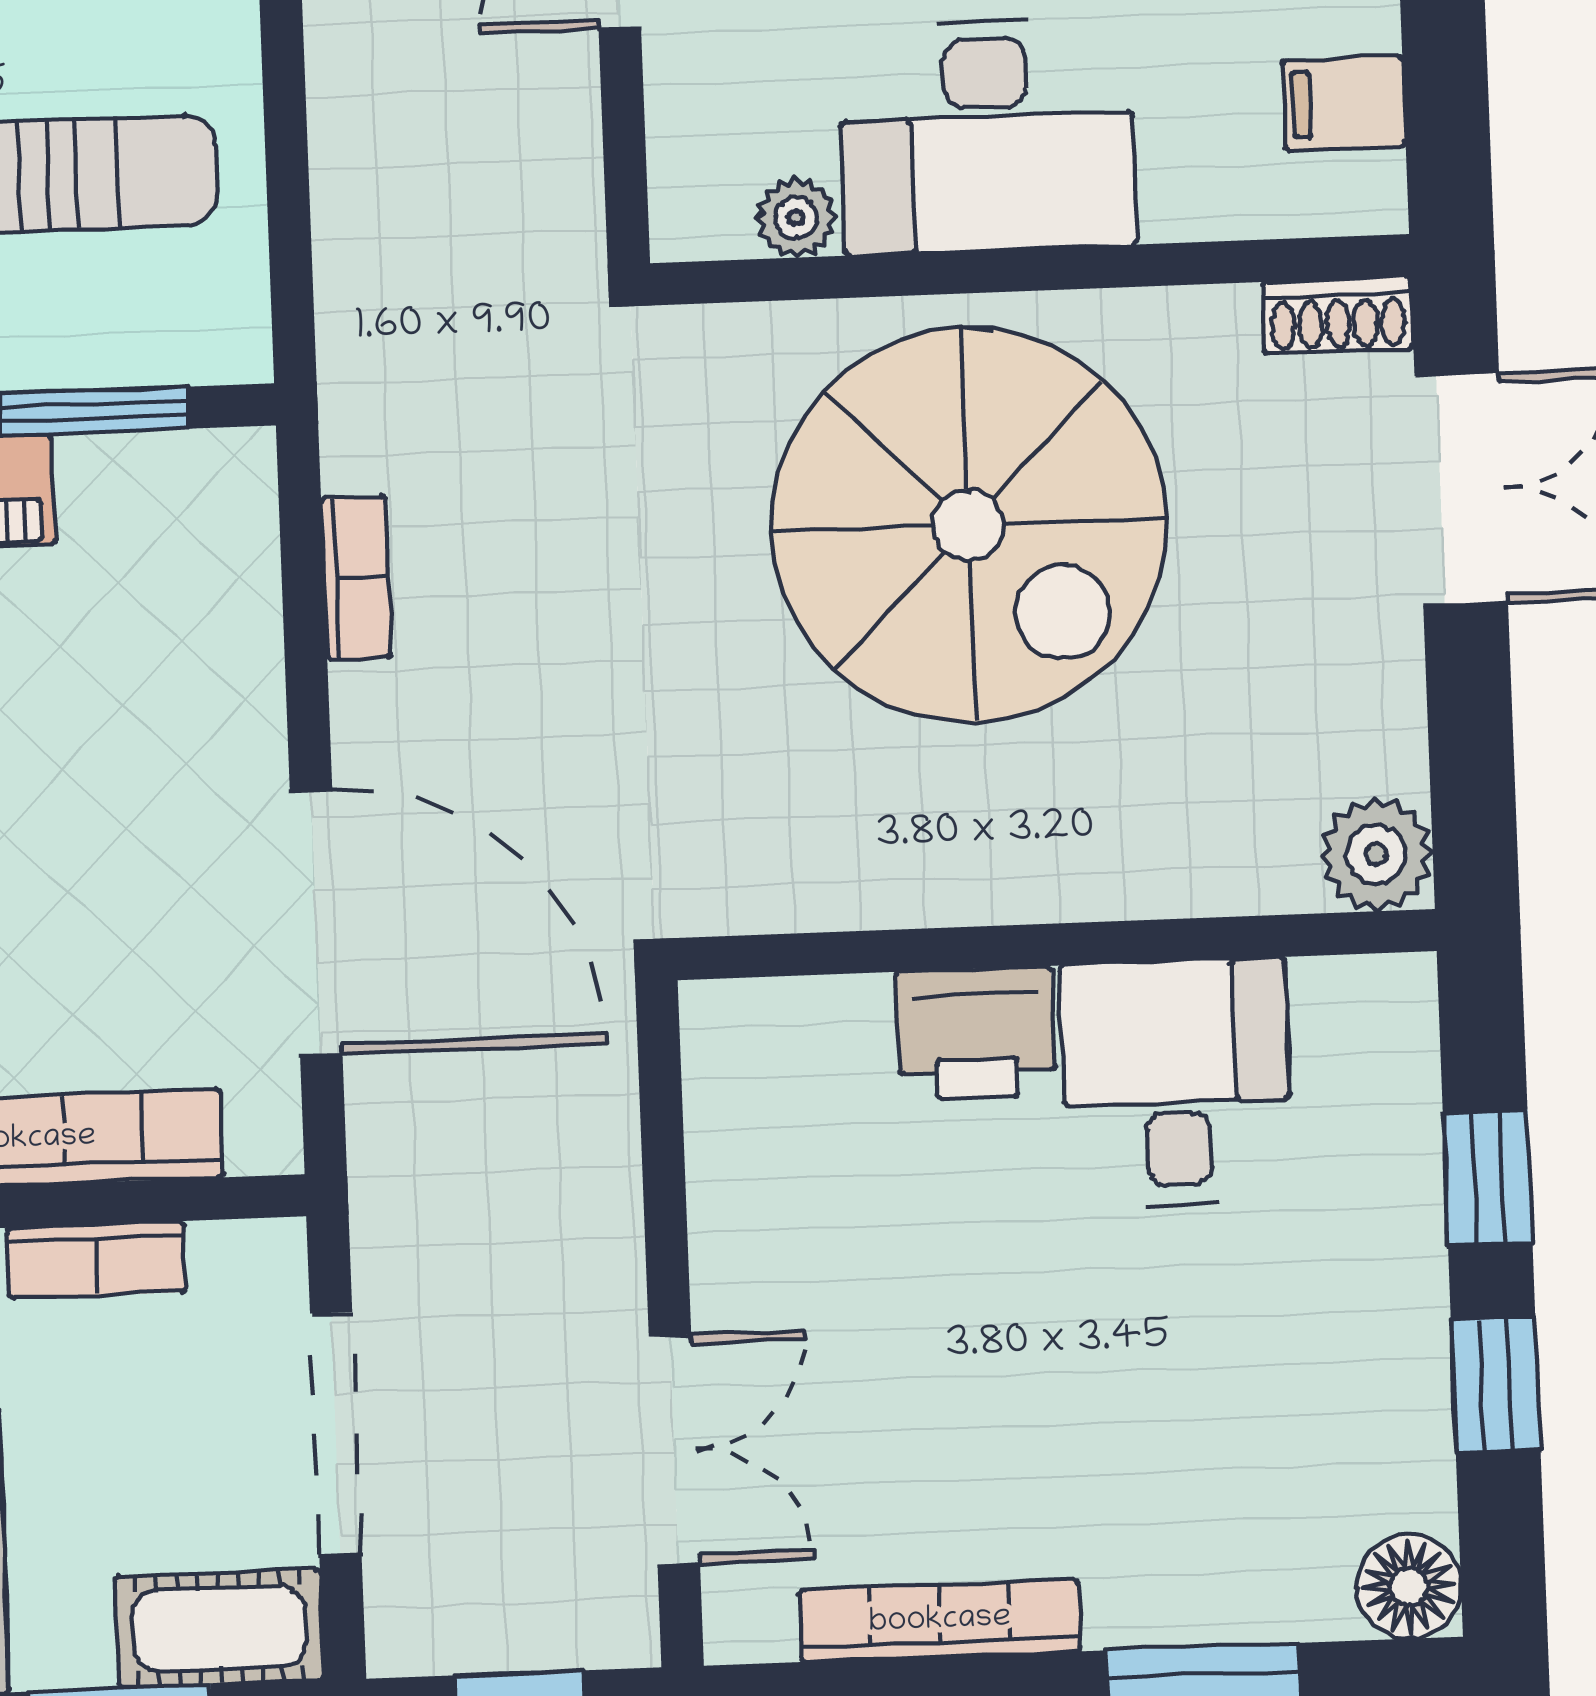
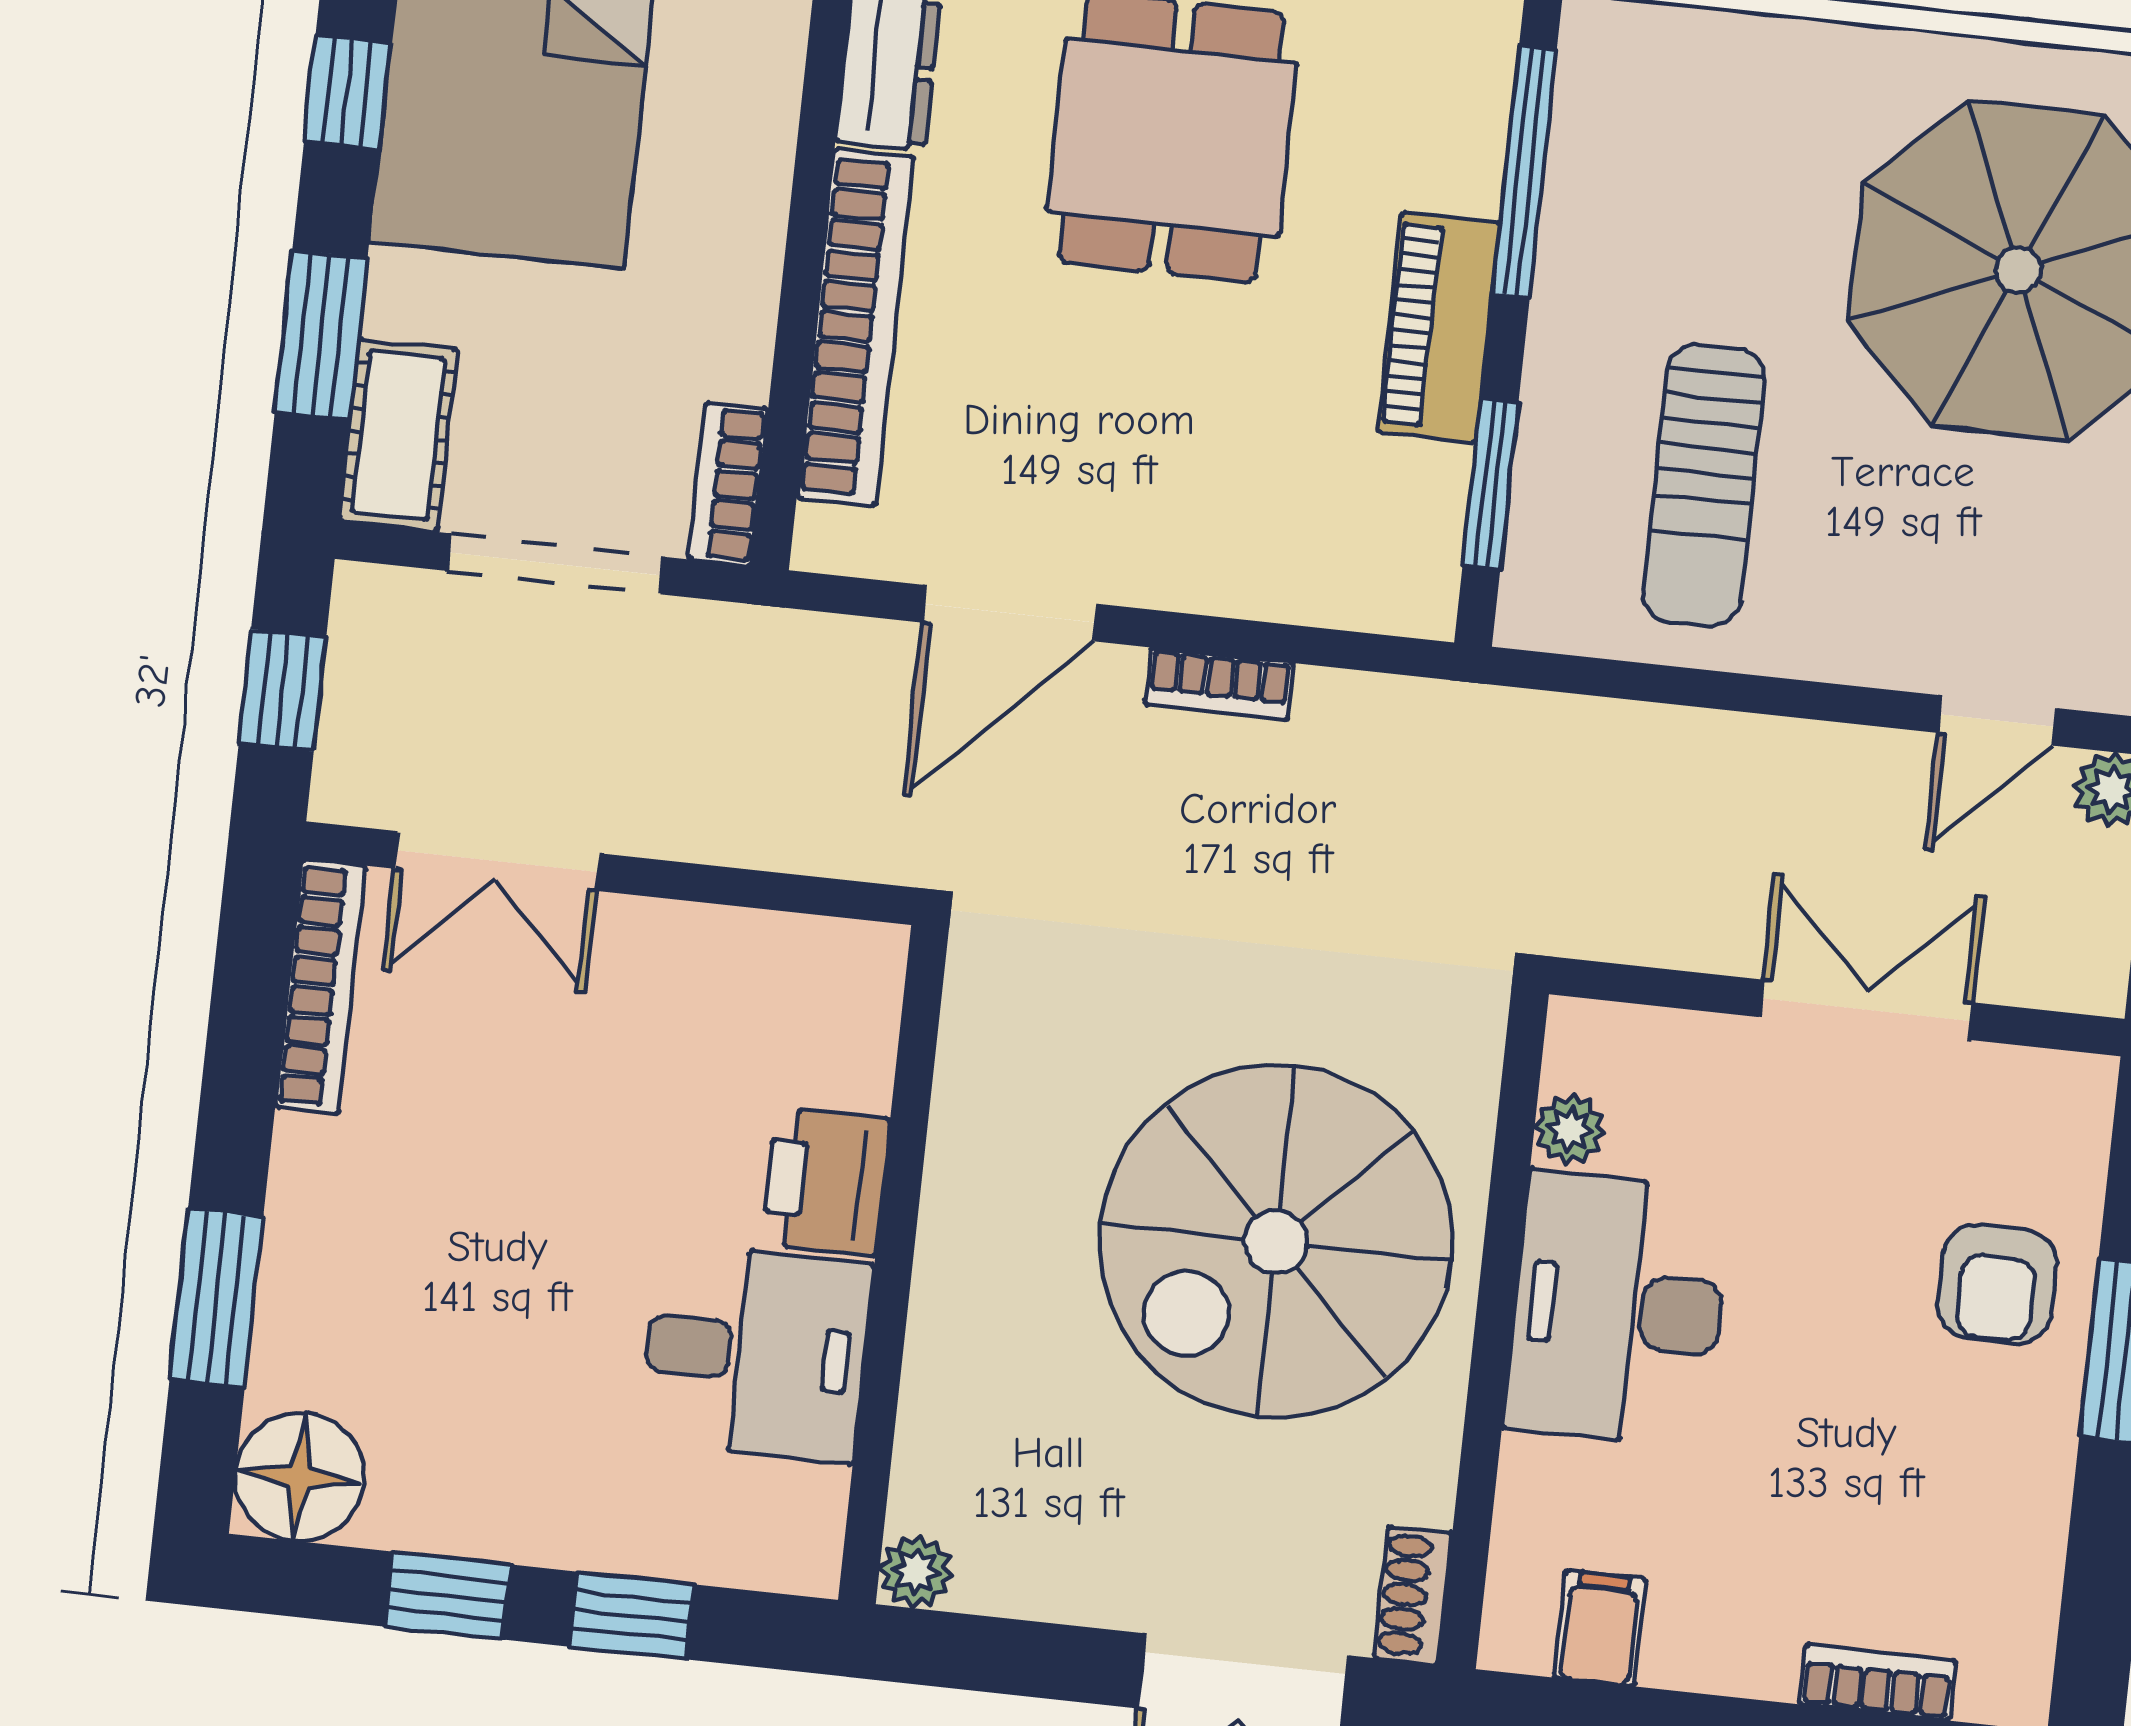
bookcase: (356, 578) -> (1219, 684), moved
plant: (1376, 854) -> (916, 1571), width x0.73, depth x0.73
door: (316, 922) -> (1010, 613), width x0.73
bookcase: (96, 1260) -> (728, 484), moved
floor lamp: (1409, 1586) -> (300, 1477), width x1.38, depth x1.38
bookcase: (940, 1621) -> (320, 987), moved

